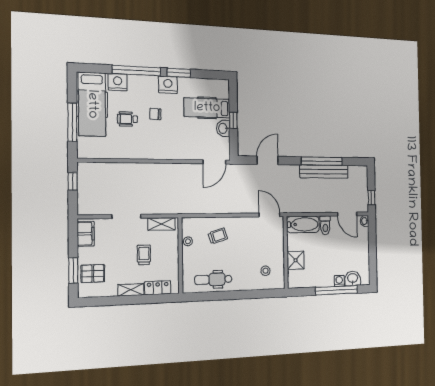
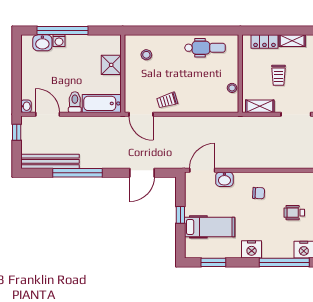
window: (179, 73) -> (213, 262), moved
chair: (155, 114) -> (259, 193), moved
wheelchair: (127, 119) -> (294, 213), turned 180
washbasin: (223, 128) -> (224, 179), moved, turned 90
bench: (324, 172) -> (50, 161), moved
trolley: (218, 236) -> (167, 100), moved

